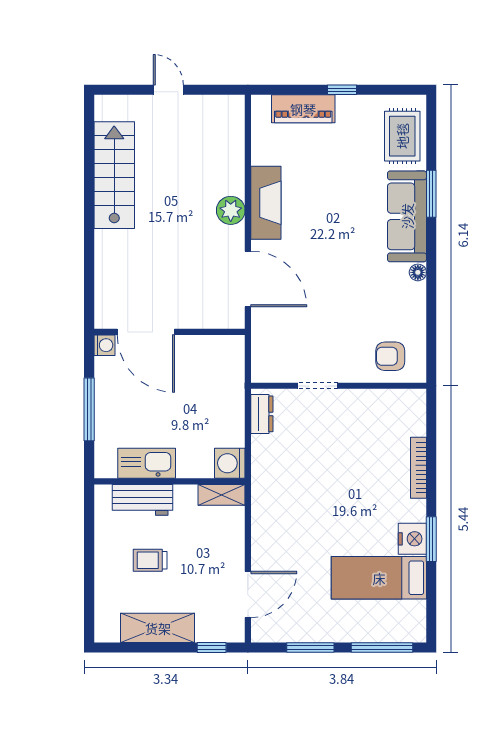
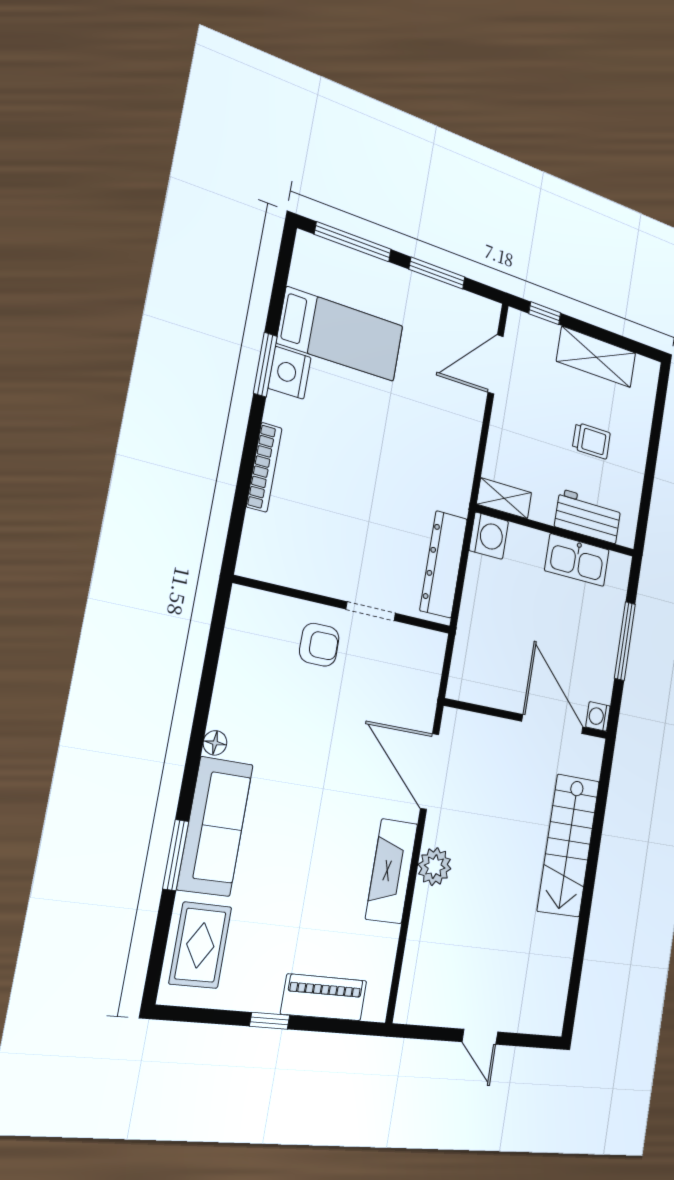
stairs: (114, 175) -> (568, 846), moved
armchair: (390, 356) -> (319, 645), moved
dresser: (262, 414) -> (444, 565), width x1.96, depth x1.24

